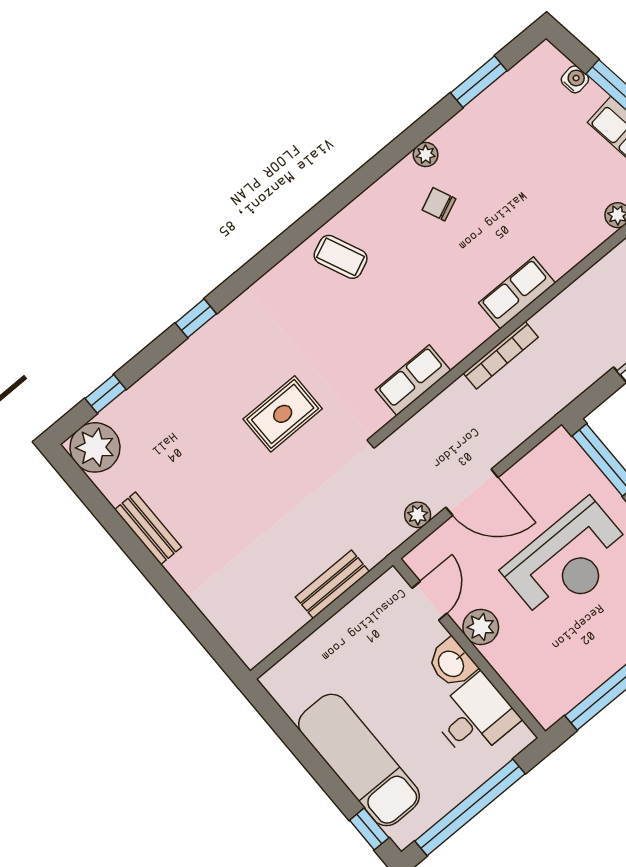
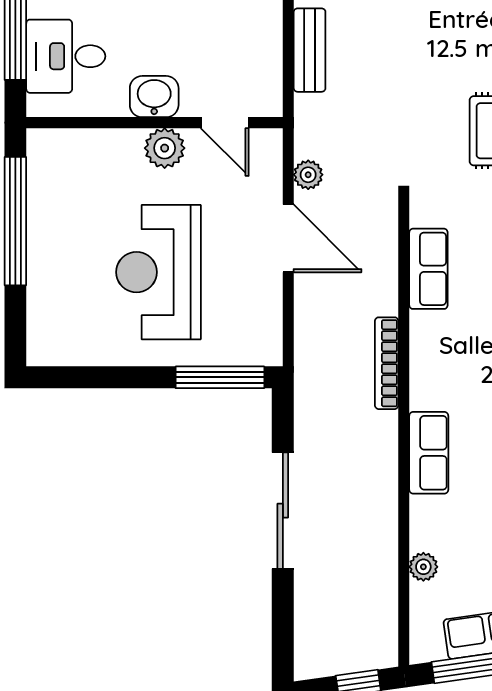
row of seats: (517, 293) -> (429, 453), moved
door: (472, 492) -> (288, 238), swing flipped
desk: (475, 717) -> (66, 56), moved, turned 90

